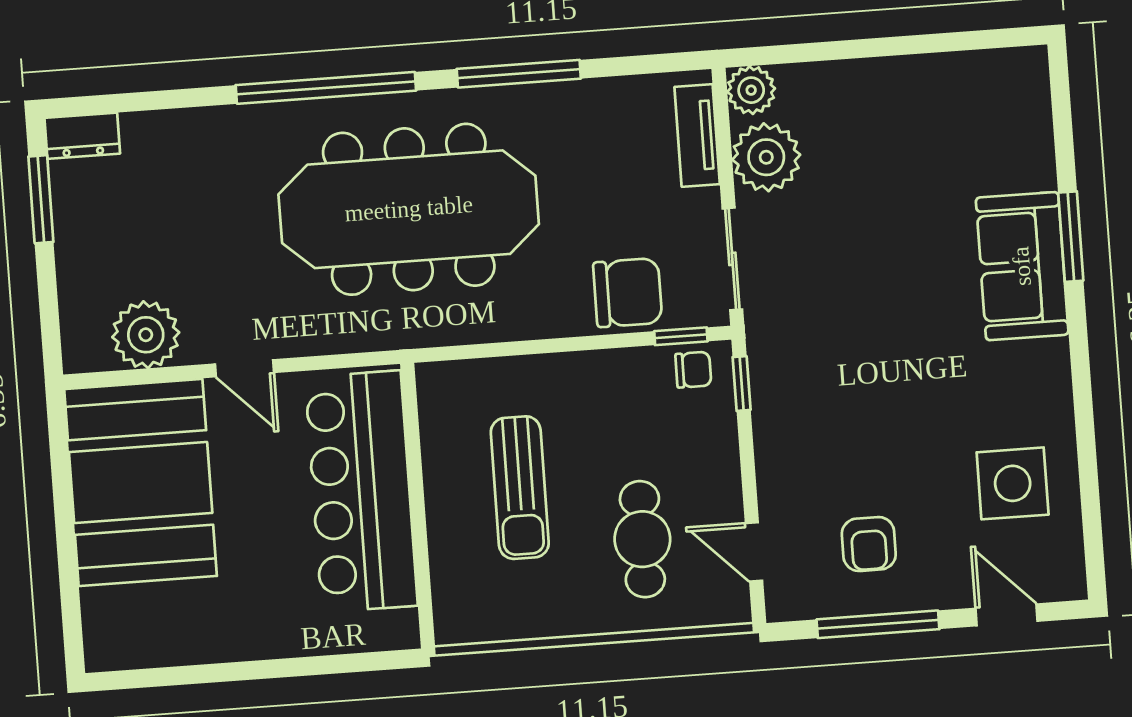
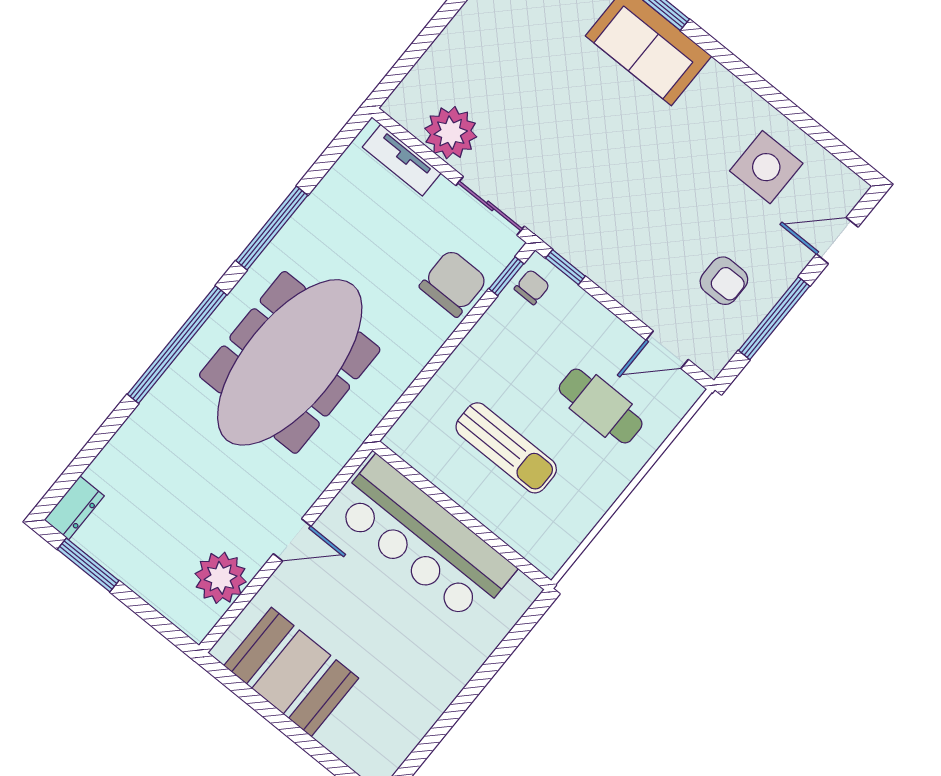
plant: (751, 90) -> (405, 105), removed
booth: (141, 483) -> (291, 672), width x0.73, depth x0.70

